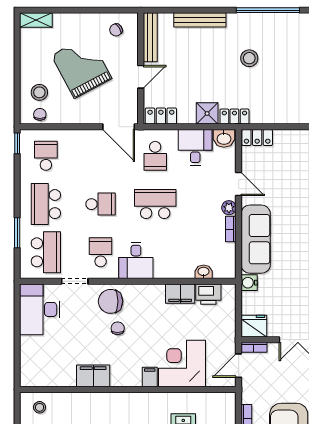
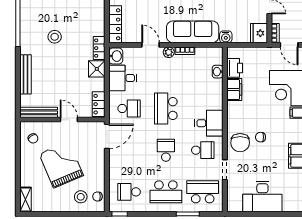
grand piano: (82, 67) -> (61, 165), turned 95
locker: (257, 137) -> (115, 24), width x1.53
door: (239, 184) -> (151, 45), hinge flipped
school desk: (101, 252) -> (203, 150), turned 180
desk: (40, 309) -> (262, 197), moved

